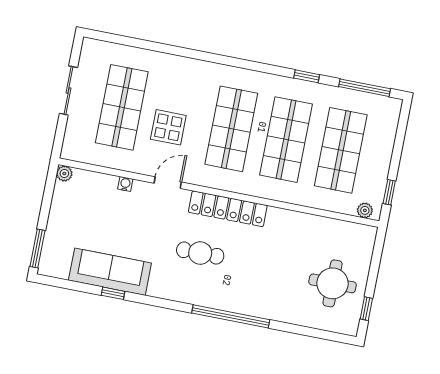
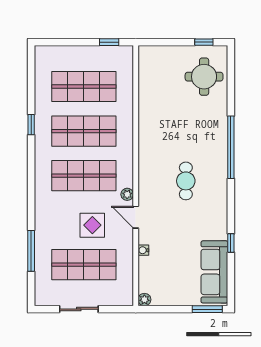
window: (364, 88) -> (31, 251), moved
locker: (228, 209) -> (147, 166), removed
plant: (365, 210) -> (127, 194), moved
sofa: (110, 272) -> (214, 272), moved
round table: (333, 283) -> (204, 77), moved

